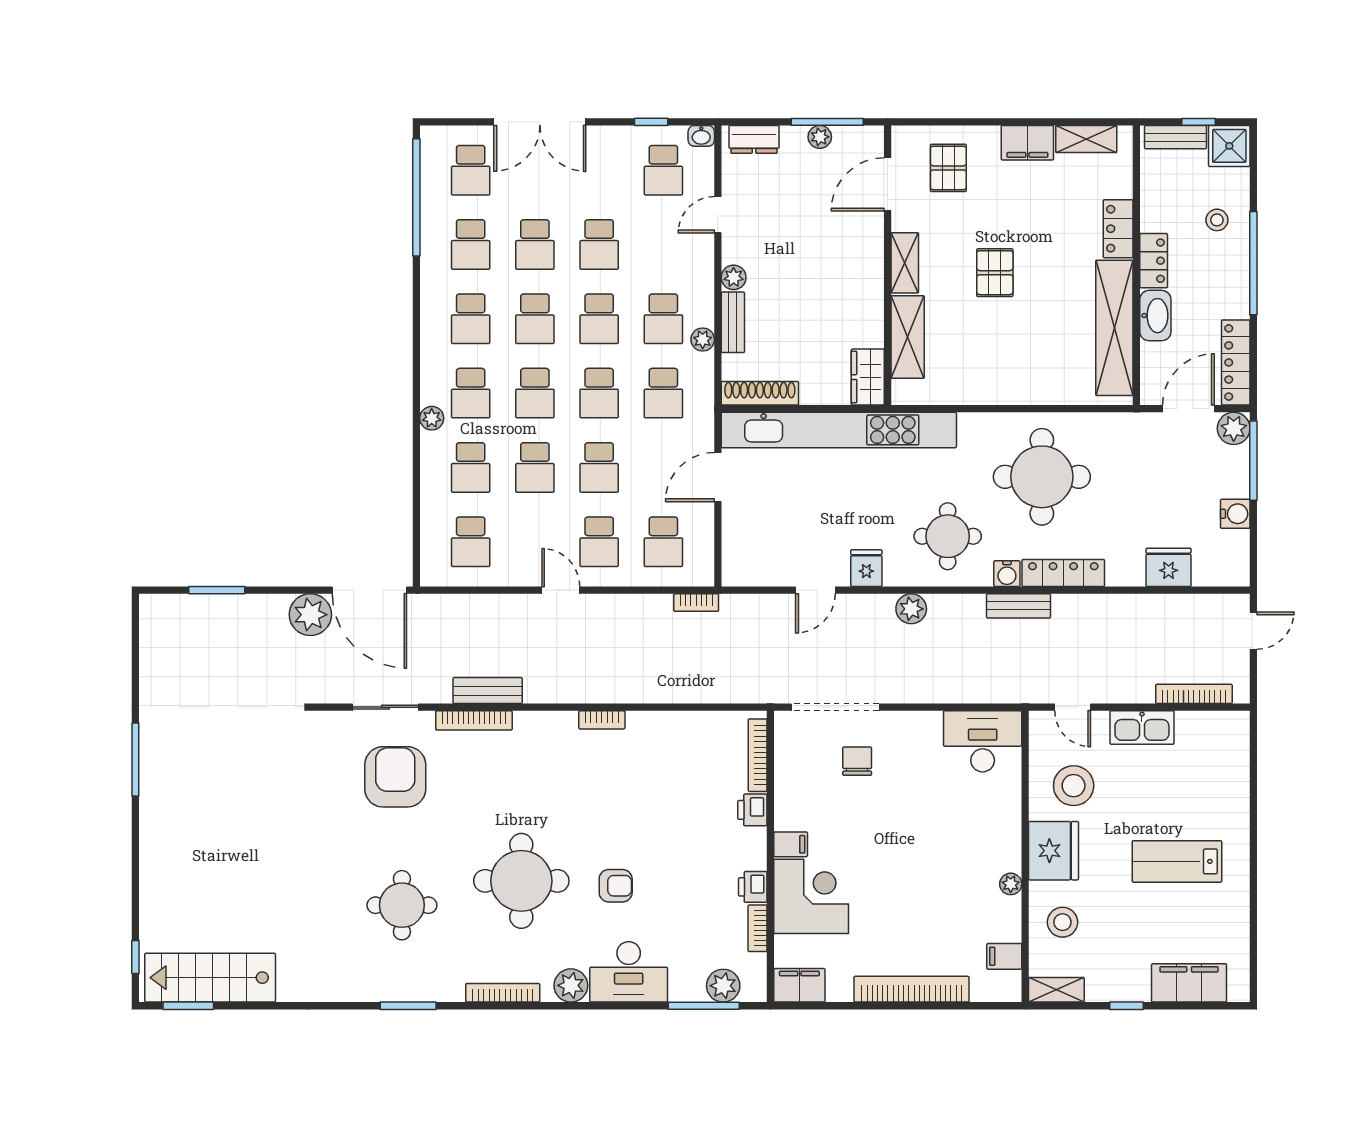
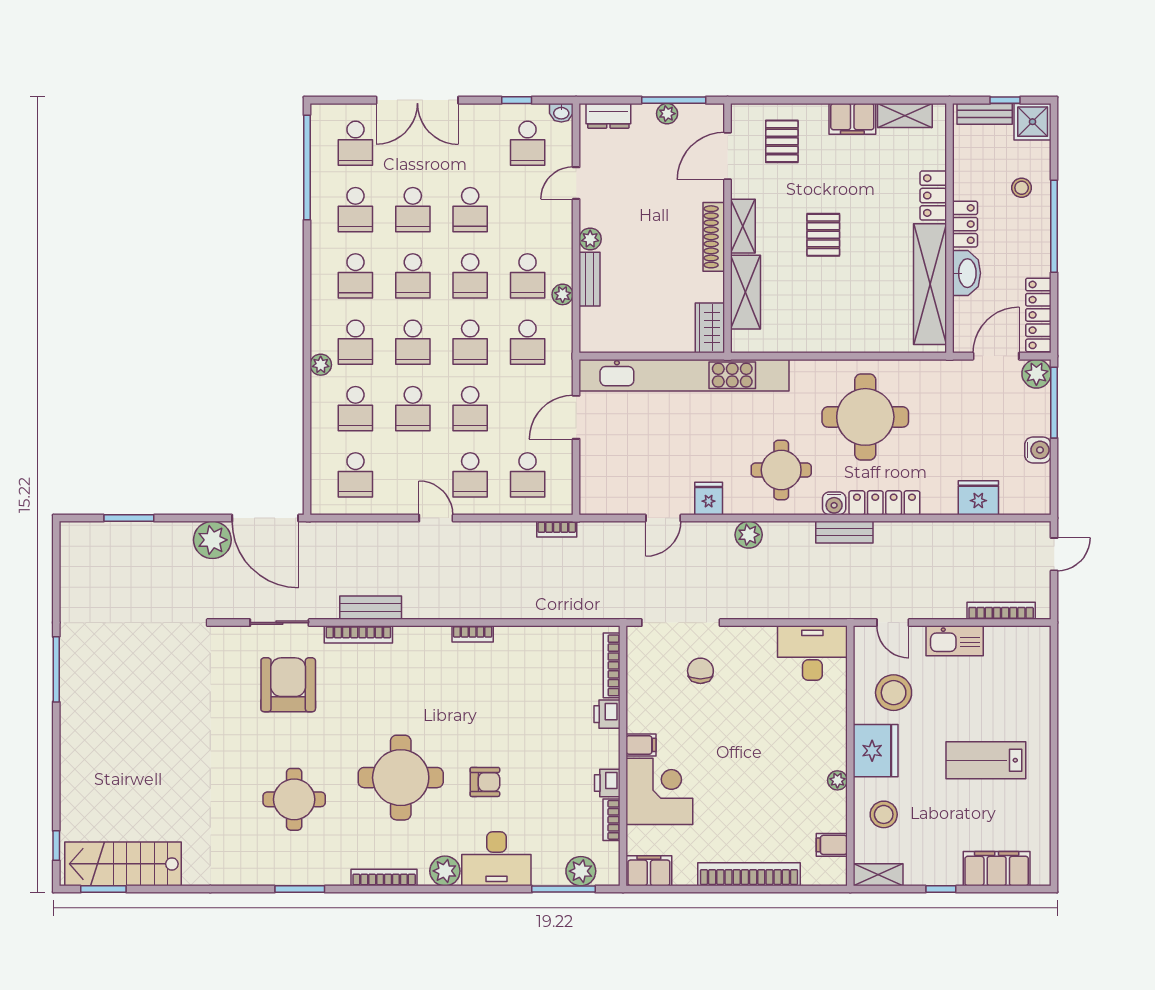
shoe rack: (760, 393) -> (714, 237), moved, turned -90

